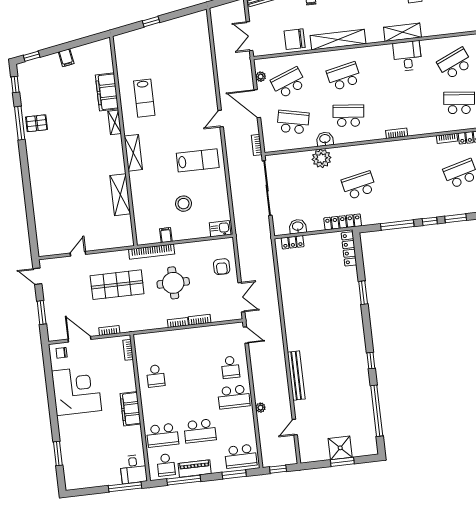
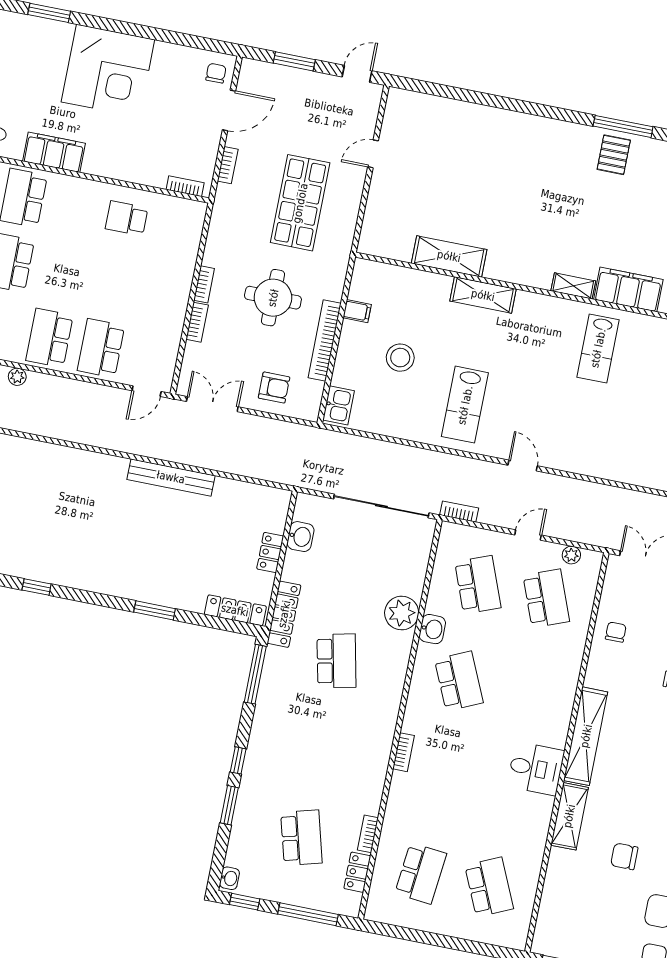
chair: (295, 39) -> (616, 632), width x0.54, depth x0.54
shelving: (338, 40) -> (586, 736), moved
desk: (407, 56) -> (536, 769), moved
school desk: (344, 76) -> (527, 695), removed
lab bench: (144, 98) -> (598, 348), turned -90
door: (257, 104) -> (528, 535), width x0.53
school desk: (348, 116) -> (459, 681), turned -30
school desk: (293, 122) -> (478, 585), turned -33
shelving: (133, 153) -> (483, 295), moved
window: (397, 225) -> (255, 674), moved
locker: (293, 242) -> (270, 553), moved
bookcase: (152, 252) -> (325, 340), moved
door: (78, 254) -> (373, 154), swing flipped
armchair: (222, 267) -> (274, 388), turned 180
double door: (241, 297) -> (212, 404), swing flipped
school desk: (230, 367) -> (101, 348), width x1.85
bench: (296, 376) -> (171, 477), moved
corner desk: (77, 391) -> (108, 71), moved
filing cabinet: (130, 409) -> (54, 152), moved

